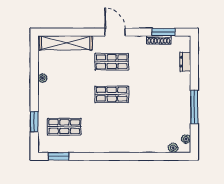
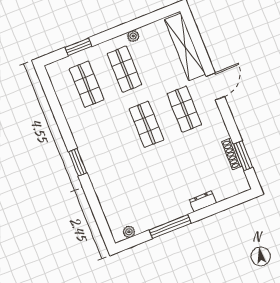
door: (115, 32) -> (215, 86), moved
dresser: (185, 62) -> (203, 201), moved
shop shelf: (64, 94) -> (124, 69), added
plant: (173, 148) -> (113, 221), removed
window: (58, 156) -> (78, 162), moved

